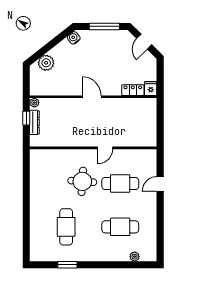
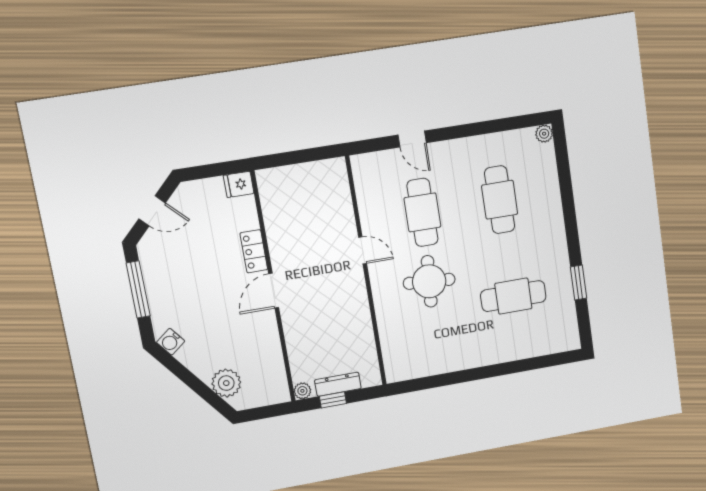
locker: (133, 90) -> (254, 251), moved
plant: (135, 257) -> (544, 134), moved

